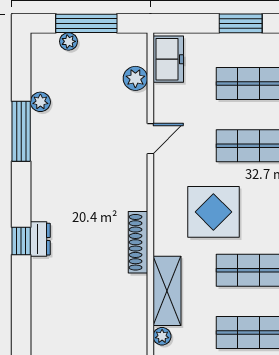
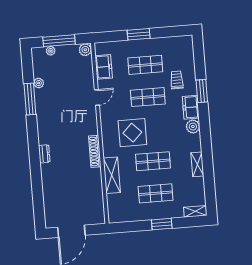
freezer: (168, 59) -> (104, 67), moved
plant: (135, 78) -> (85, 50), moved
window: (21, 241) -> (35, 156), removed
plant: (162, 336) -> (111, 199), removed

